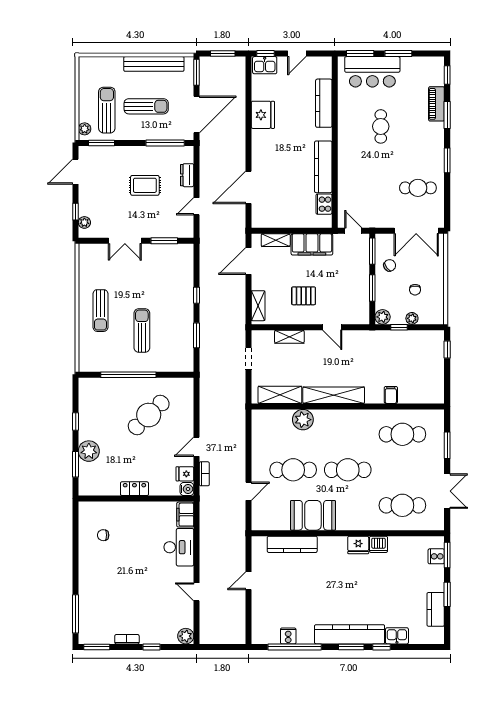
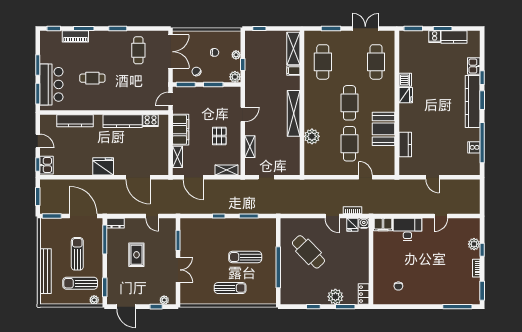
bench: (154, 64) -> (46, 271), moved
fridge: (263, 115) -> (103, 166), moved
dresser: (187, 175) -> (116, 223), moved
shelving: (280, 395) -> (293, 49), moved
locker: (134, 489) -> (364, 294), moved
kitchen counter: (292, 544) -> (405, 144), width x0.67
cooker: (436, 556) -> (435, 37), moved
plant: (186, 636) -> (474, 244), moved

